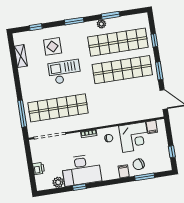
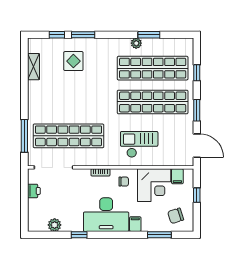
window: (74, 21) -> (83, 35), moved
checkout: (65, 72) -> (139, 144), moved
window: (172, 152) -> (197, 195), moved
chair: (139, 164) -> (176, 216), moved
printer: (39, 168) -> (34, 191), moved
desk: (81, 170) -> (106, 215), moved

